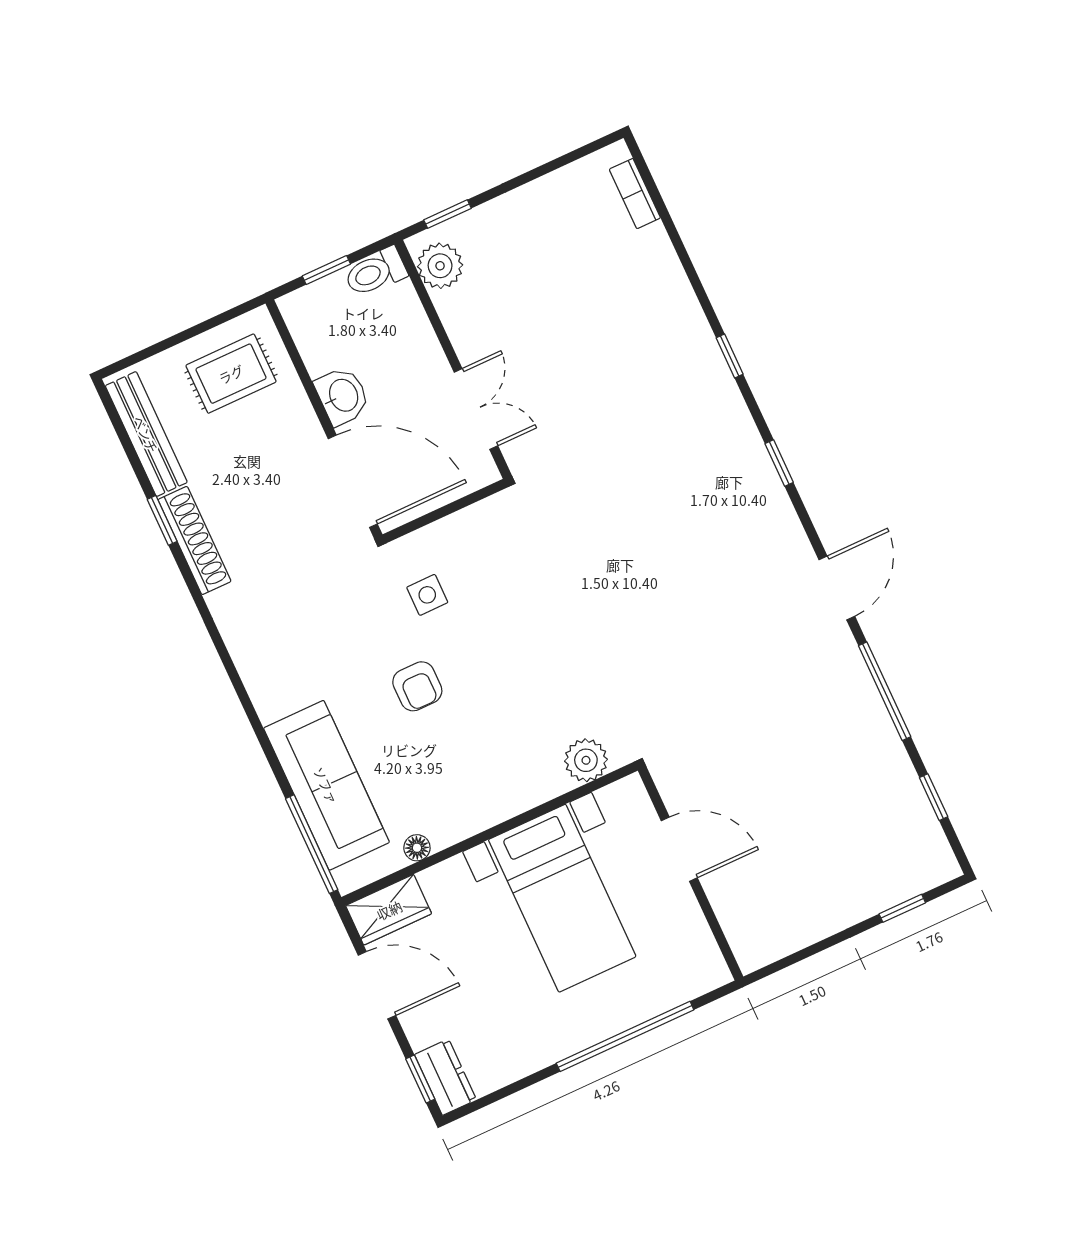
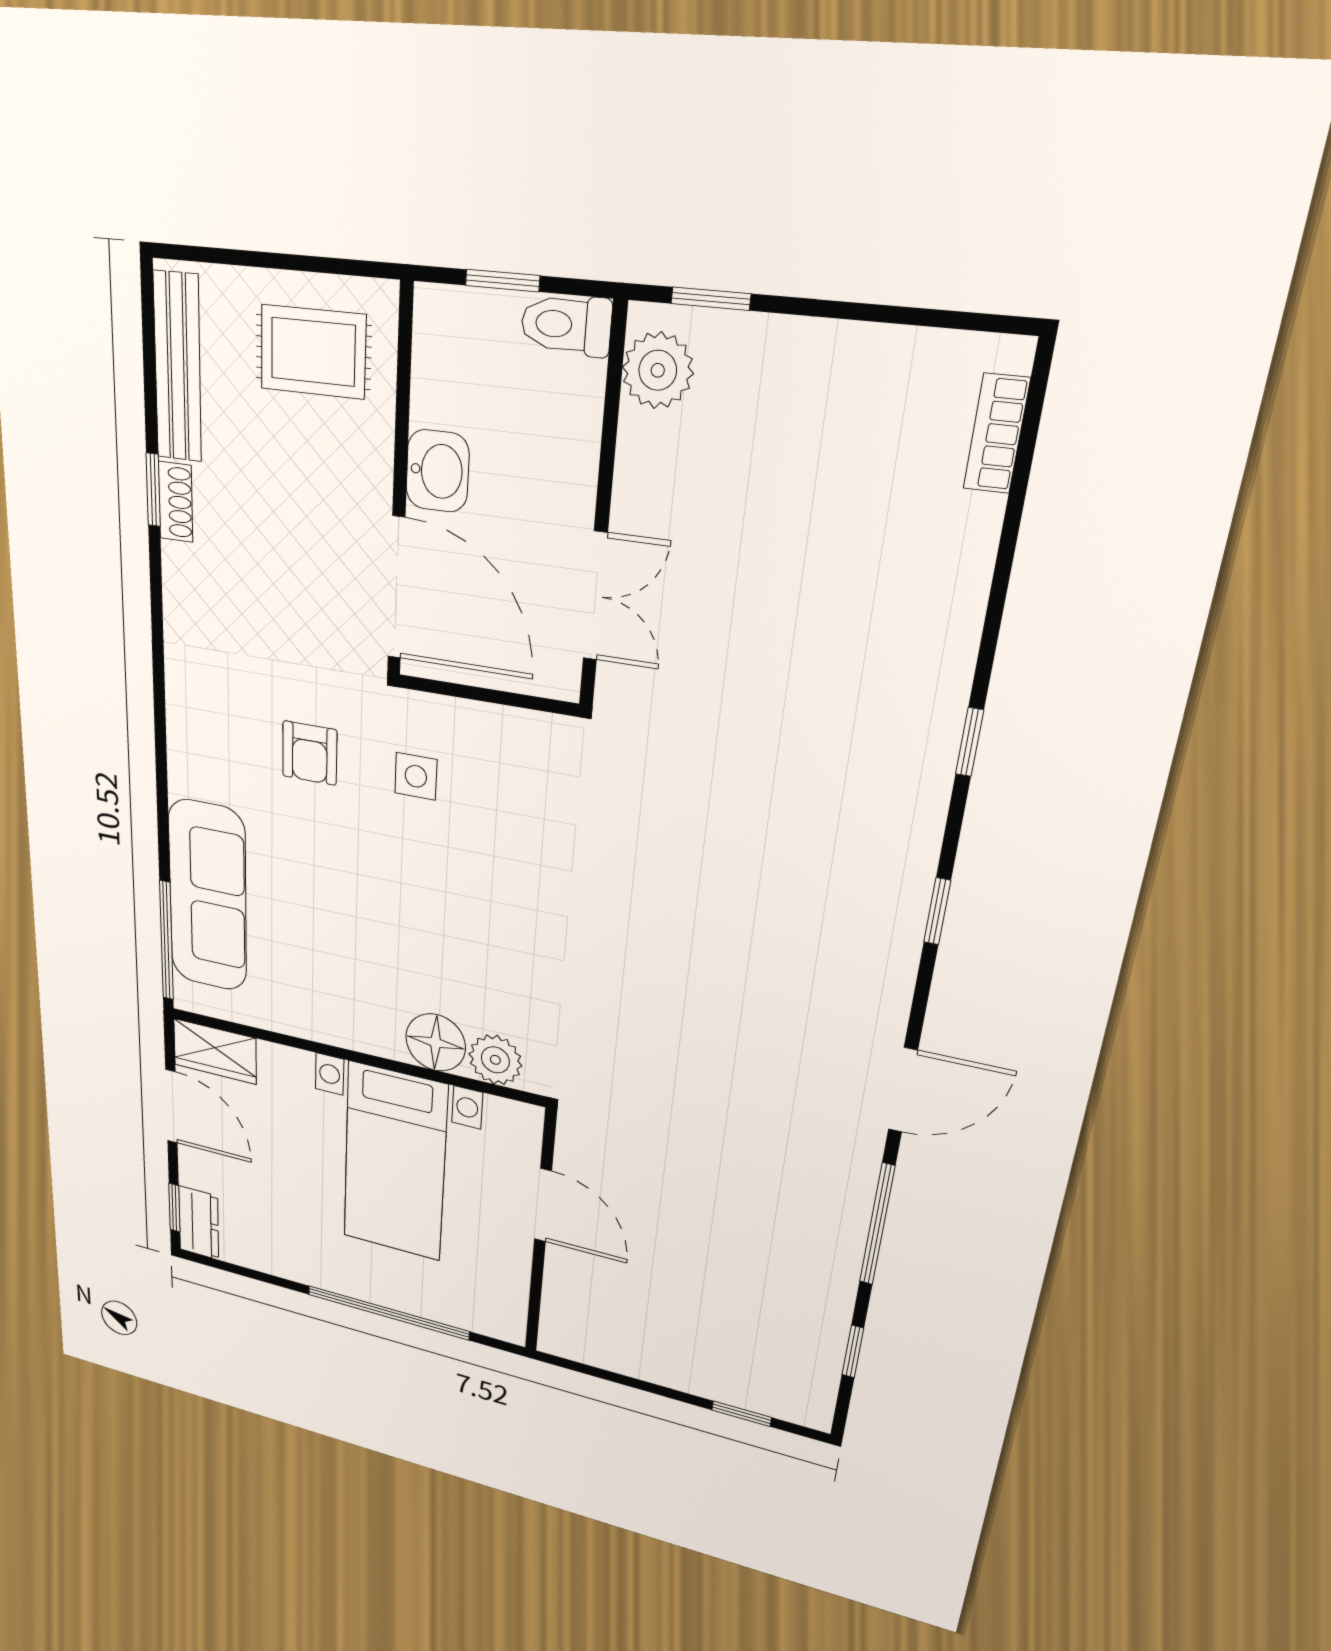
shoe rack: (194, 540) -> (176, 502), width x0.51, depth x0.81
armchair: (417, 686) -> (310, 753), moved
floor lamp: (417, 848) -> (436, 1042), moved, width x1.89, depth x1.89

